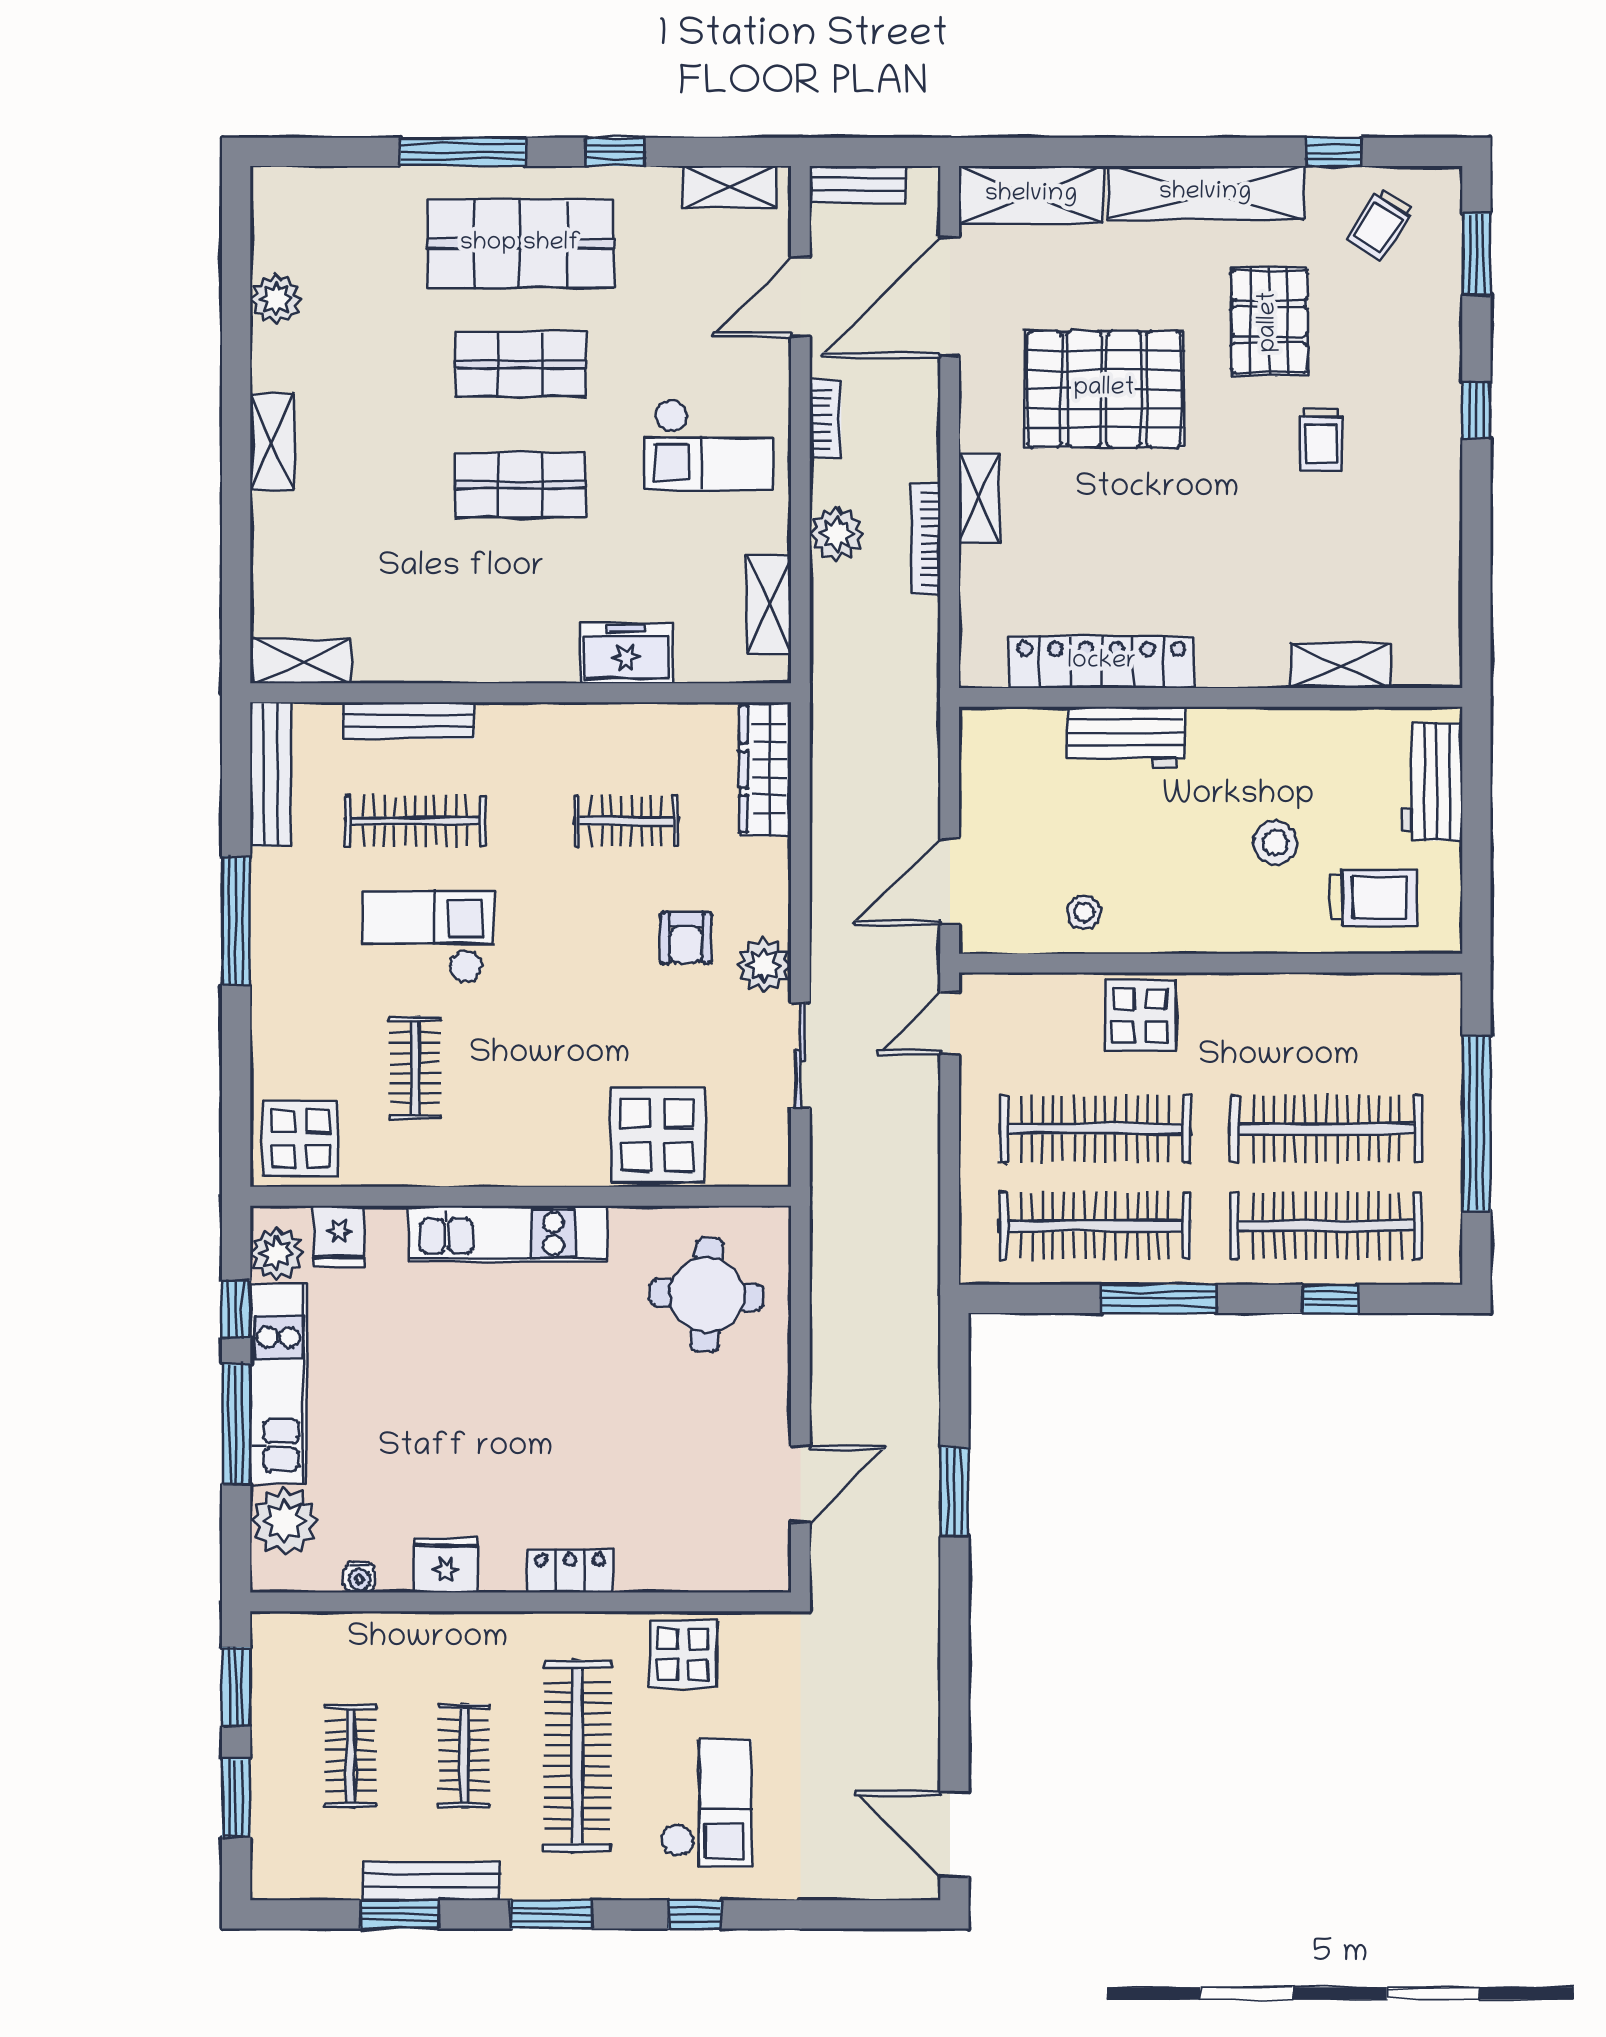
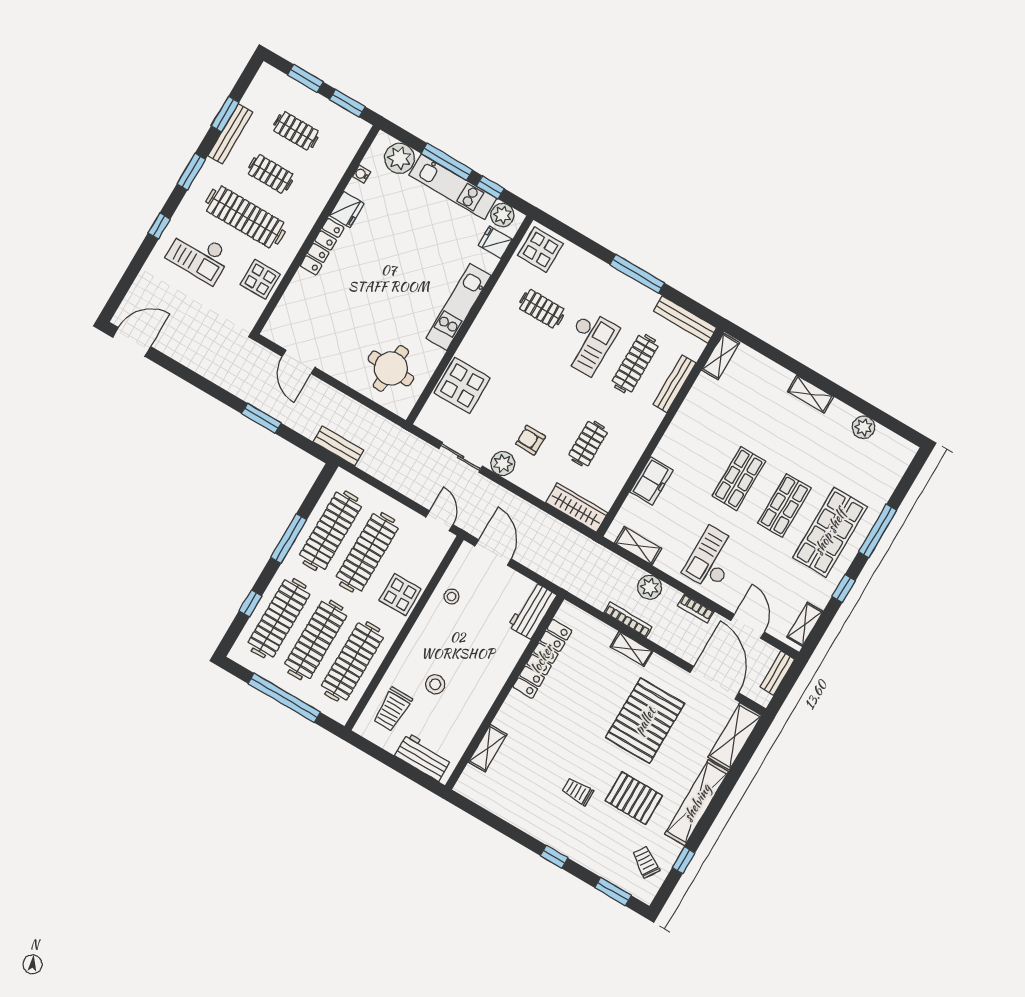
workbench: (1126, 737) -> (532, 610), moved
clothes rail: (1326, 1032) -> (352, 662), added
bench: (919, 1308) -> (338, 446), added
locker: (570, 1571) -> (322, 247), width x1.53

